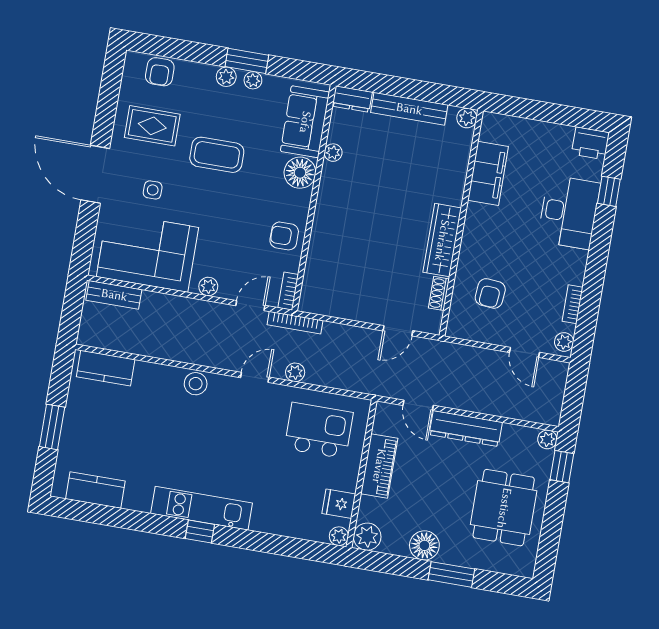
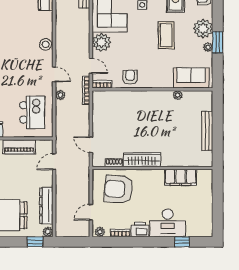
plant: (226, 77) -> (203, 29), width x1.88, depth x1.88
dresser: (352, 99) -> (207, 100), removed
plant: (467, 118) -> (207, 162), removed
printer: (590, 143) -> (140, 229), moved, turned 90
floor lamp: (300, 173) -> (164, 80), removed
plant: (208, 286) -> (101, 42), width x1.88, depth x1.88
armchair: (490, 293) -> (119, 189), width x1.88, depth x1.88
dresser: (466, 428) -> (46, 206), moved

